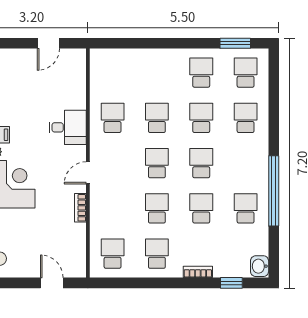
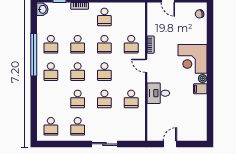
sliding door: (157, 43) -> (104, 144), added
window: (235, 43) -> (57, 144), removed
school desk: (246, 118) -> (51, 72), moved
door: (88, 173) -> (146, 66), swing flipped
school desk: (113, 254) -> (131, 44), moved

